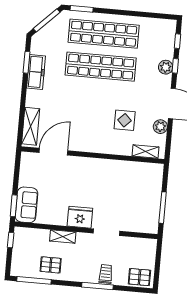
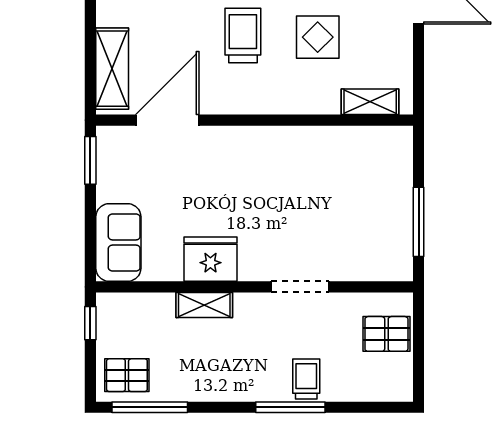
trolley: (91, 117) -> (243, 35), added
plant: (160, 127) -> (398, 44), removed
window: (14, 206) -> (90, 160), moved
fridge: (80, 217) -> (210, 259), moved
pallet: (51, 265) -> (127, 375), moved
pallet: (139, 277) -> (386, 334), moved

